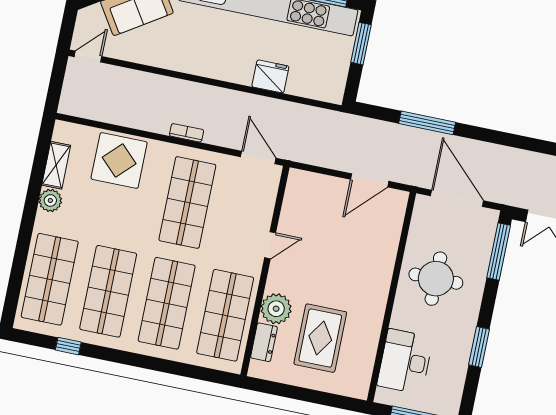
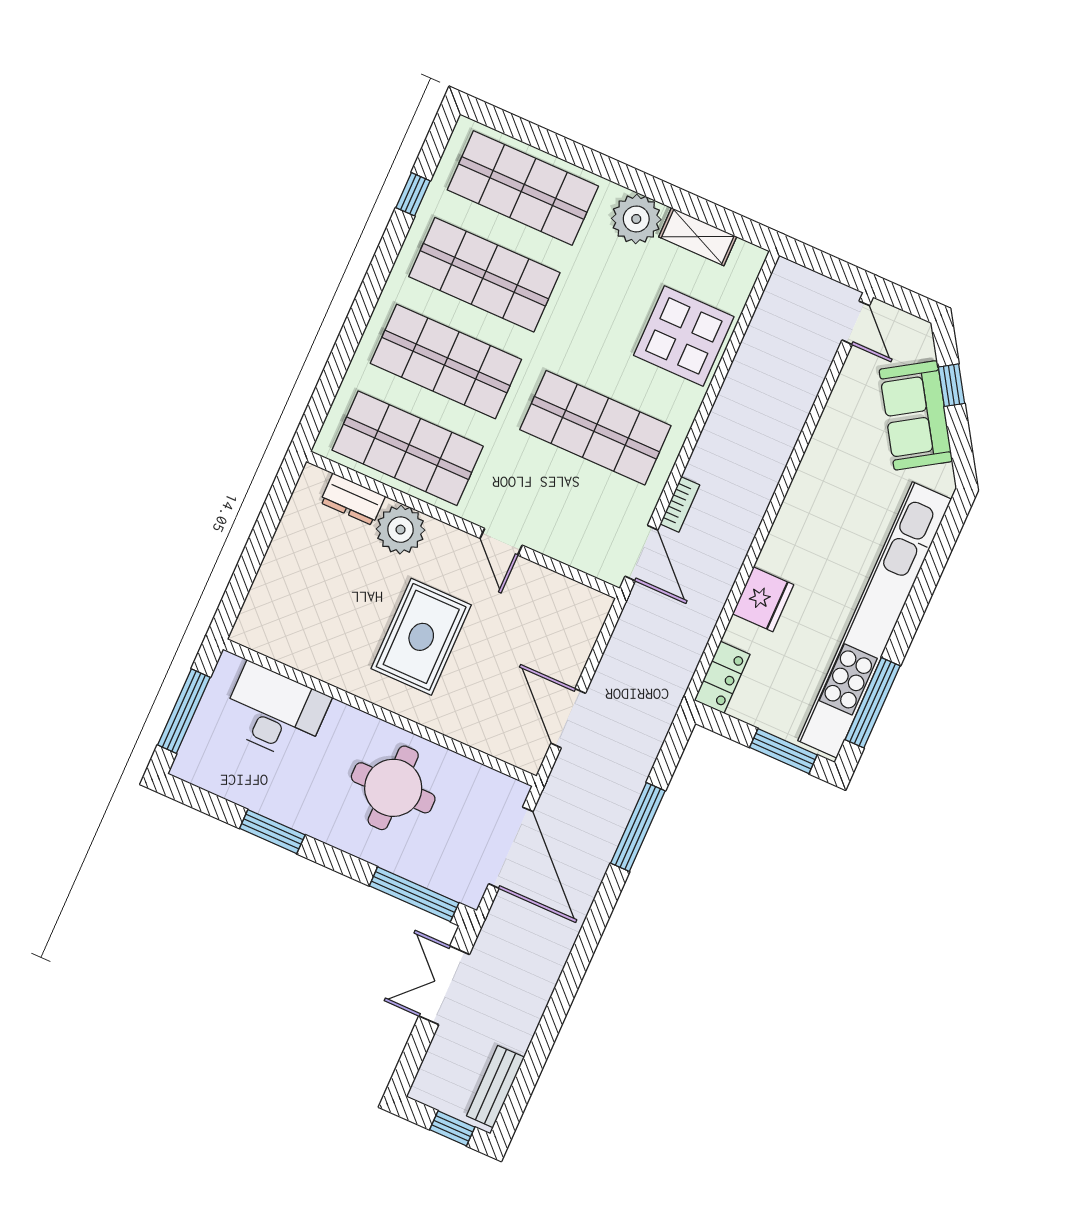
locker: (324, 91) -> (722, 677), added
bookcase: (187, 133) -> (680, 504), moved
door: (258, 157) -> (641, 553), hinge flipped
door: (457, 198) -> (511, 848), hinge flipped
plant: (50, 200) -> (636, 219), width x1.36, depth x1.36
rug: (320, 338) -> (421, 637), moved, turned 90

